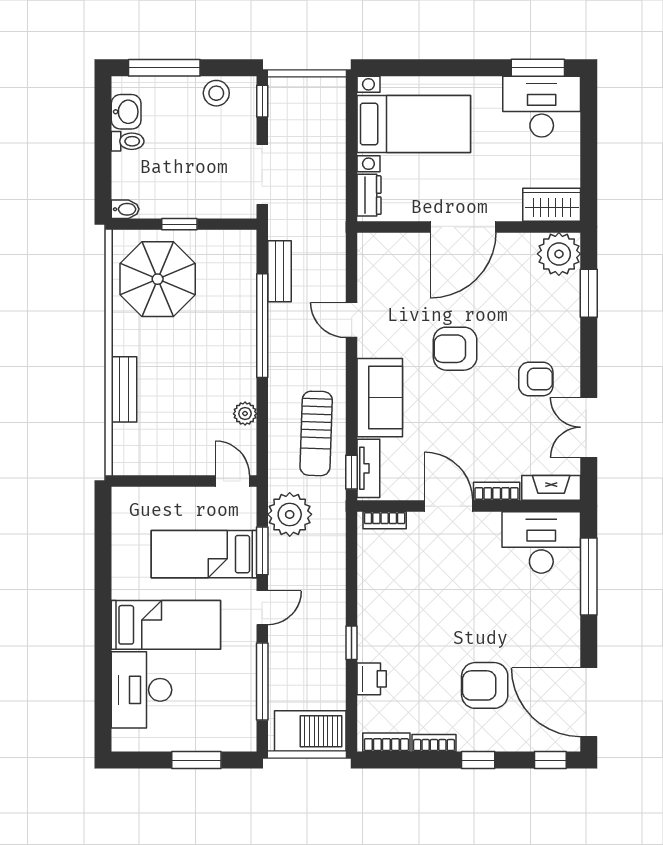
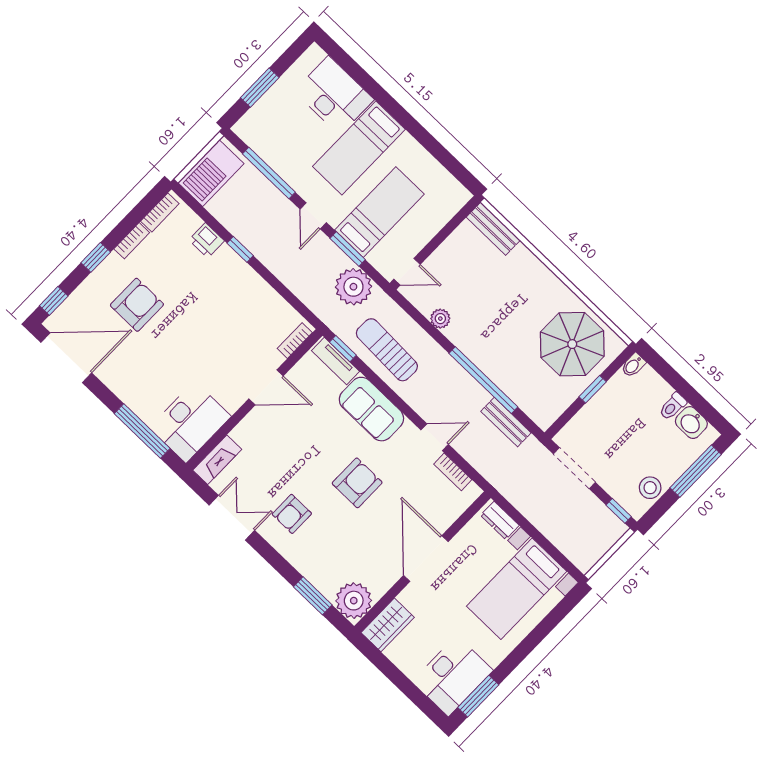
bench: (124, 389) -> (493, 229), moved
bookcase: (497, 491) -> (453, 472), moved, turned 90

